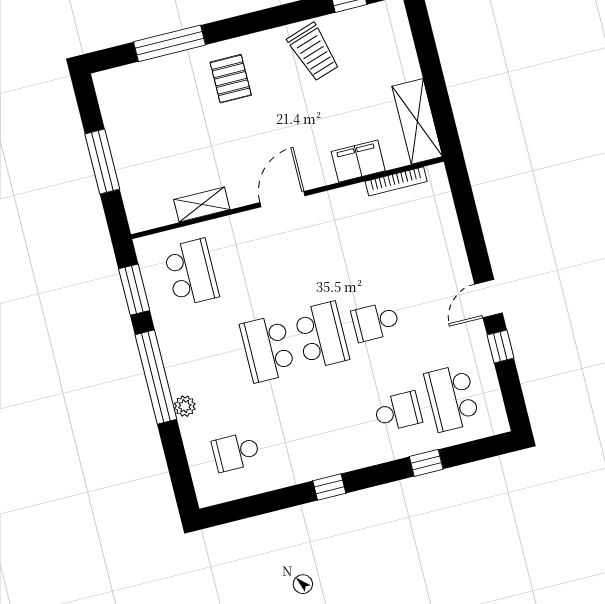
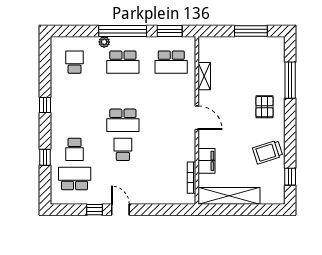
pallet: (231, 79) -> (264, 107), turned 90
shelving: (417, 121) -> (229, 196), width x1.47
window: (102, 162) -> (251, 31), moved
school desk: (268, 349) -> (123, 62), moved, turned 180

